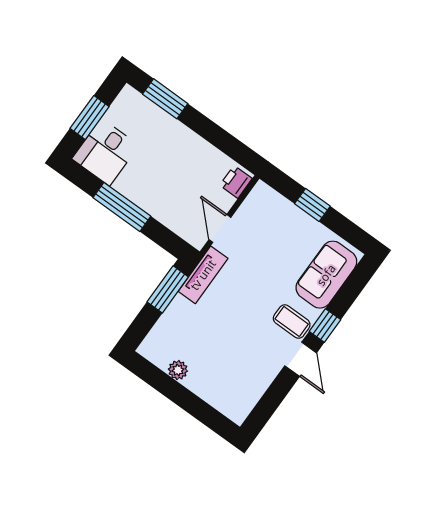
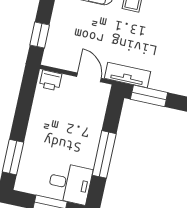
window: (312, 205) -> (40, 35), moved
door: (220, 228) -> (89, 77), swing flipped

